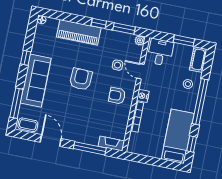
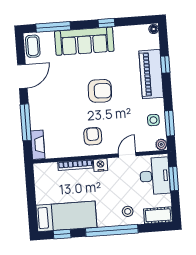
window: (99, 23) -> (165, 64), moved
window: (184, 41) -> (174, 179), moved
desk: (160, 52) -> (155, 176), width x1.37
side table: (118, 65) -> (153, 120), moved

